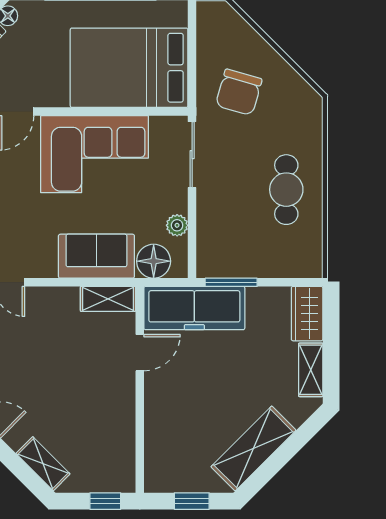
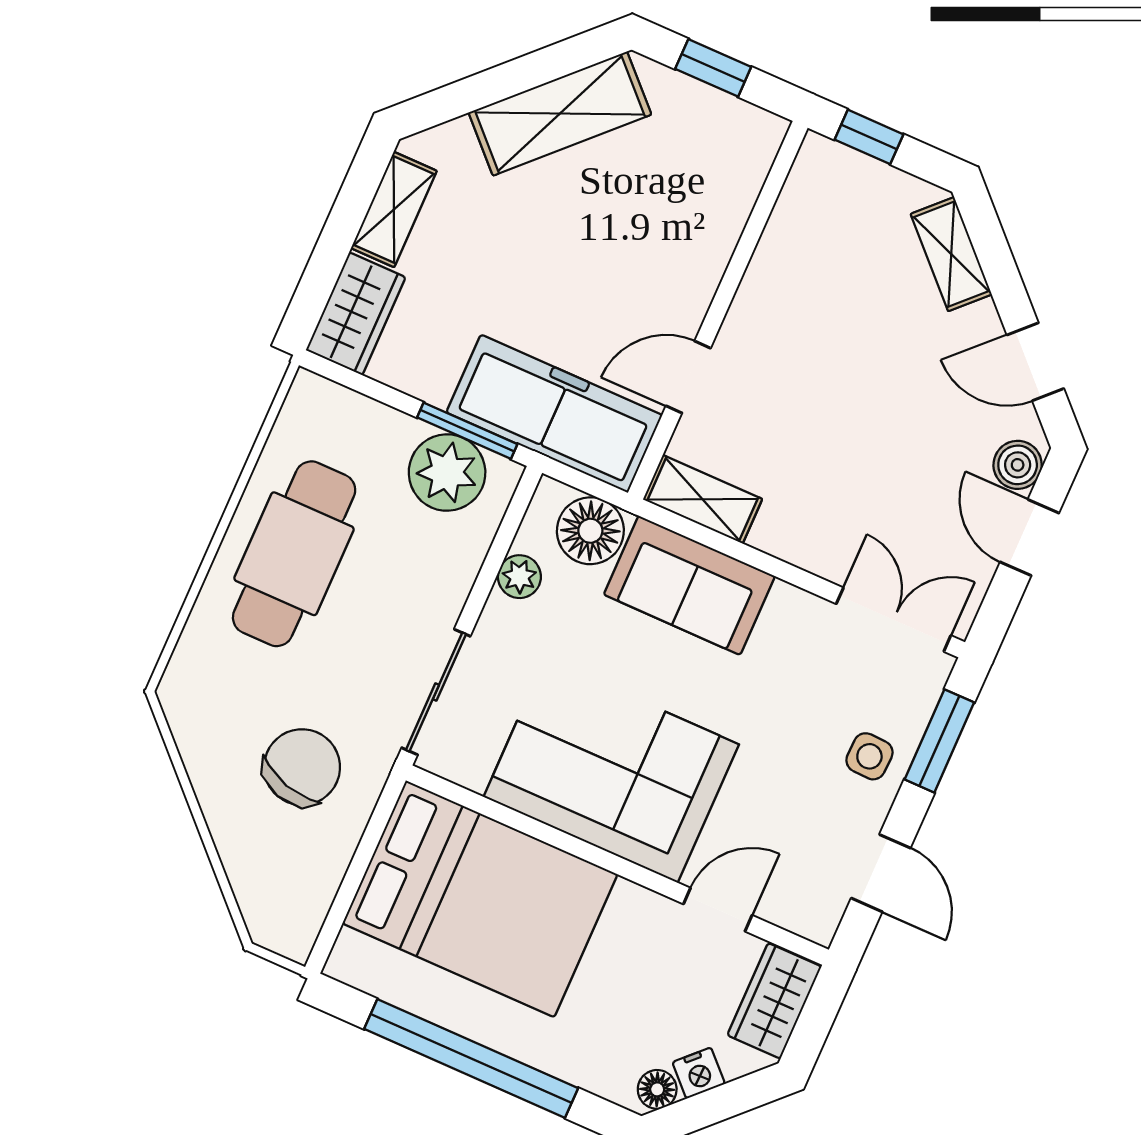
cafe table: (286, 190) -> (294, 554), width x1.37, depth x1.35
plant: (232, 259) -> (447, 473), added

